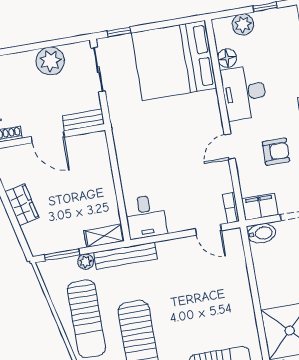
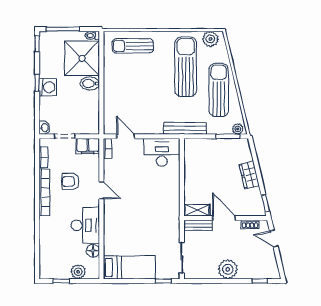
plant: (50, 61) -> (228, 269), moved
bed: (174, 61) -> (129, 267), width x0.49
door: (230, 147) -> (101, 190), hinge flipped
desk: (145, 217) -> (162, 152), width x1.37
bidet: (262, 233) -> (90, 83), moved
shelving: (104, 236) -> (197, 210), moved
plant: (86, 262) -> (238, 129), moved

